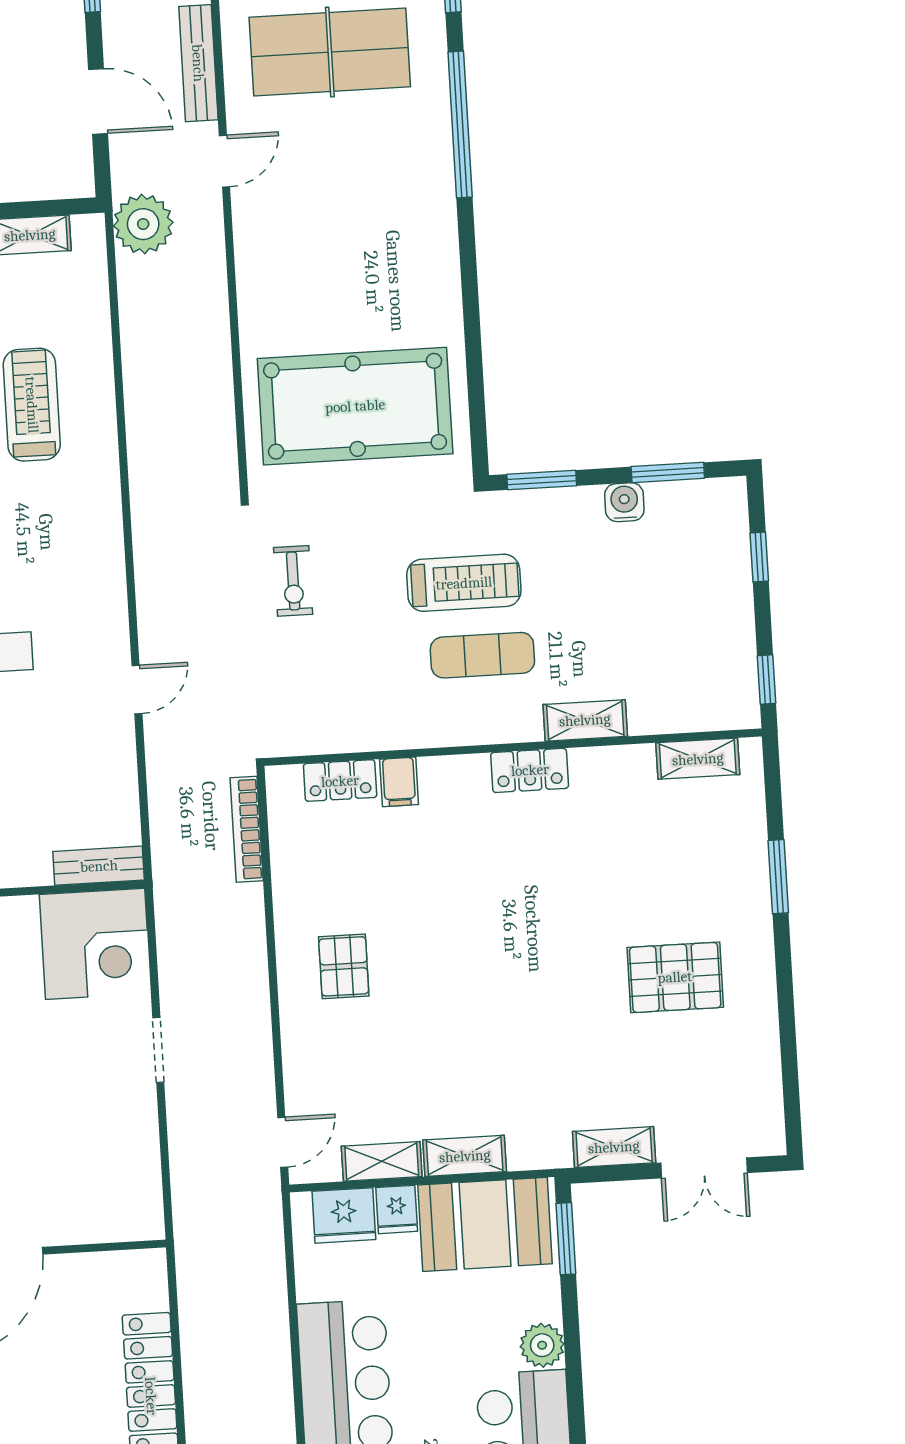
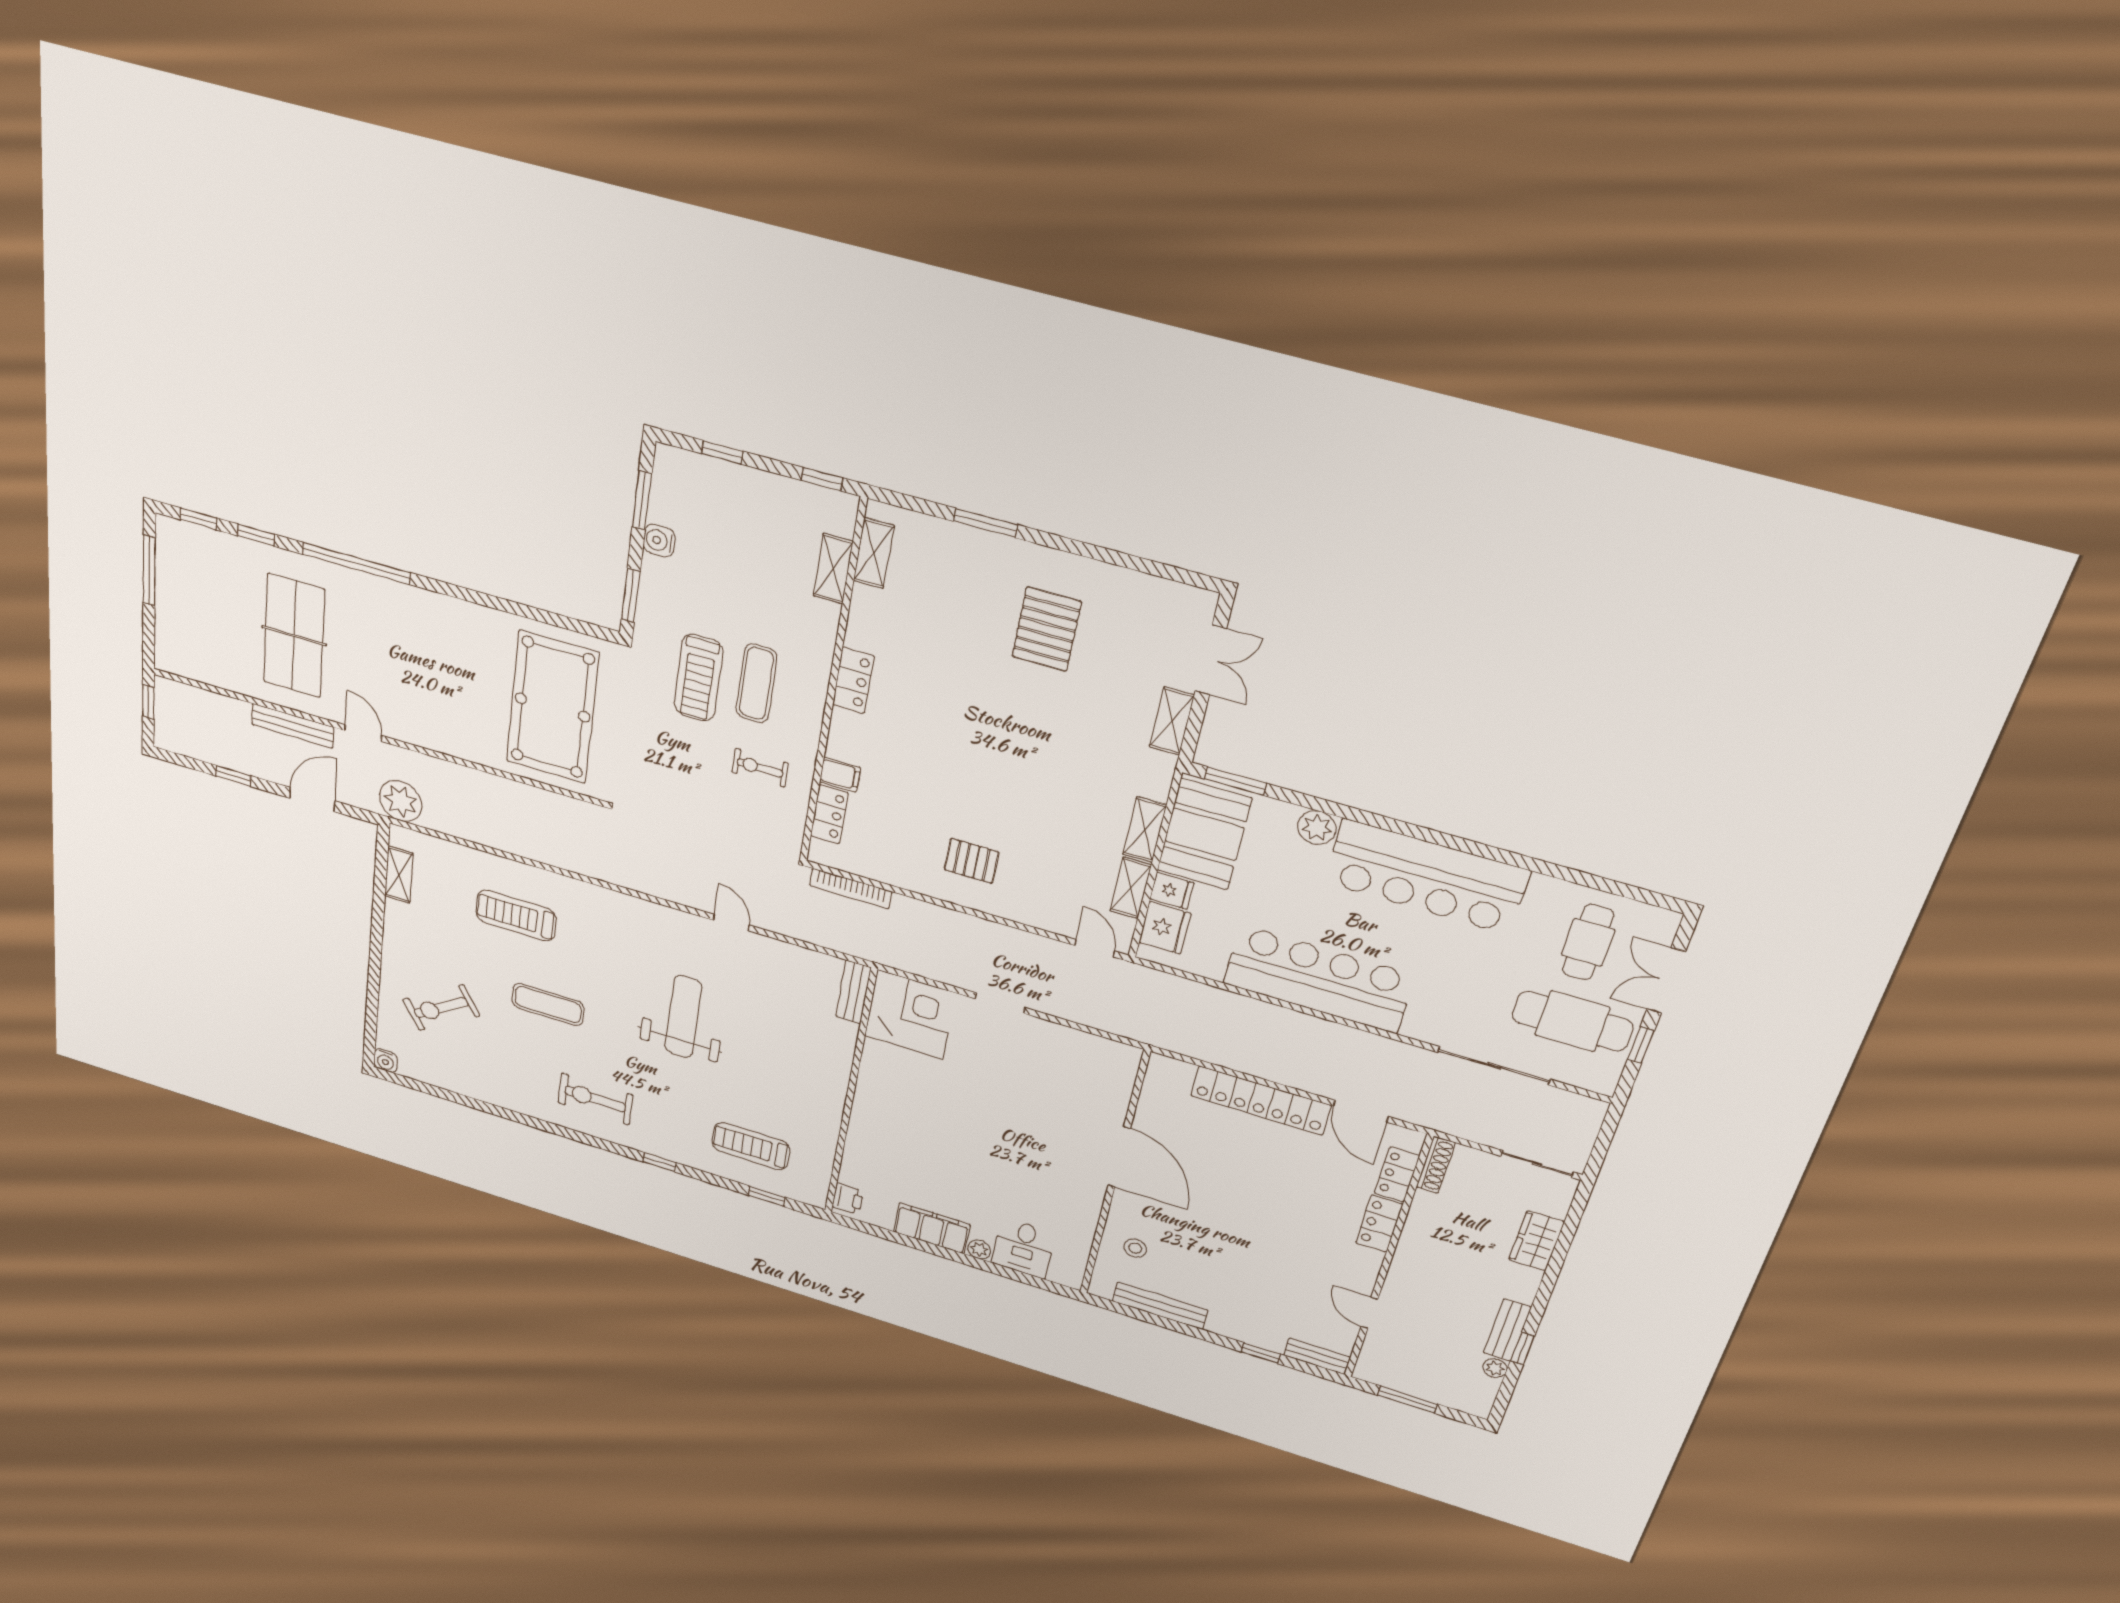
exercise bike: (293, 581) -> (760, 768), moved, turned 180
treadmill: (464, 583) -> (698, 678), turned 180
shelving: (585, 720) -> (833, 569), moved

